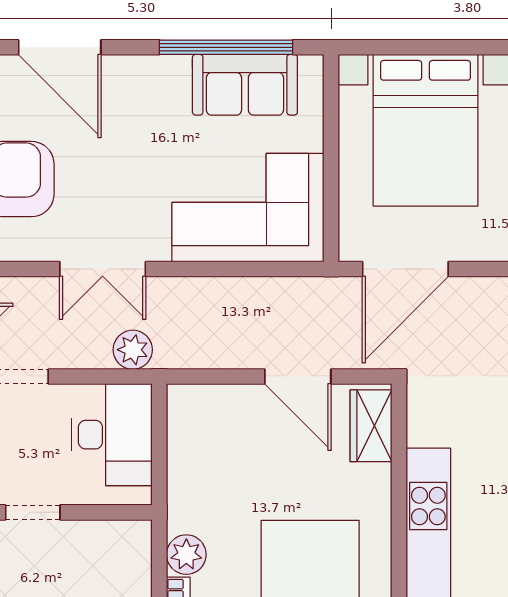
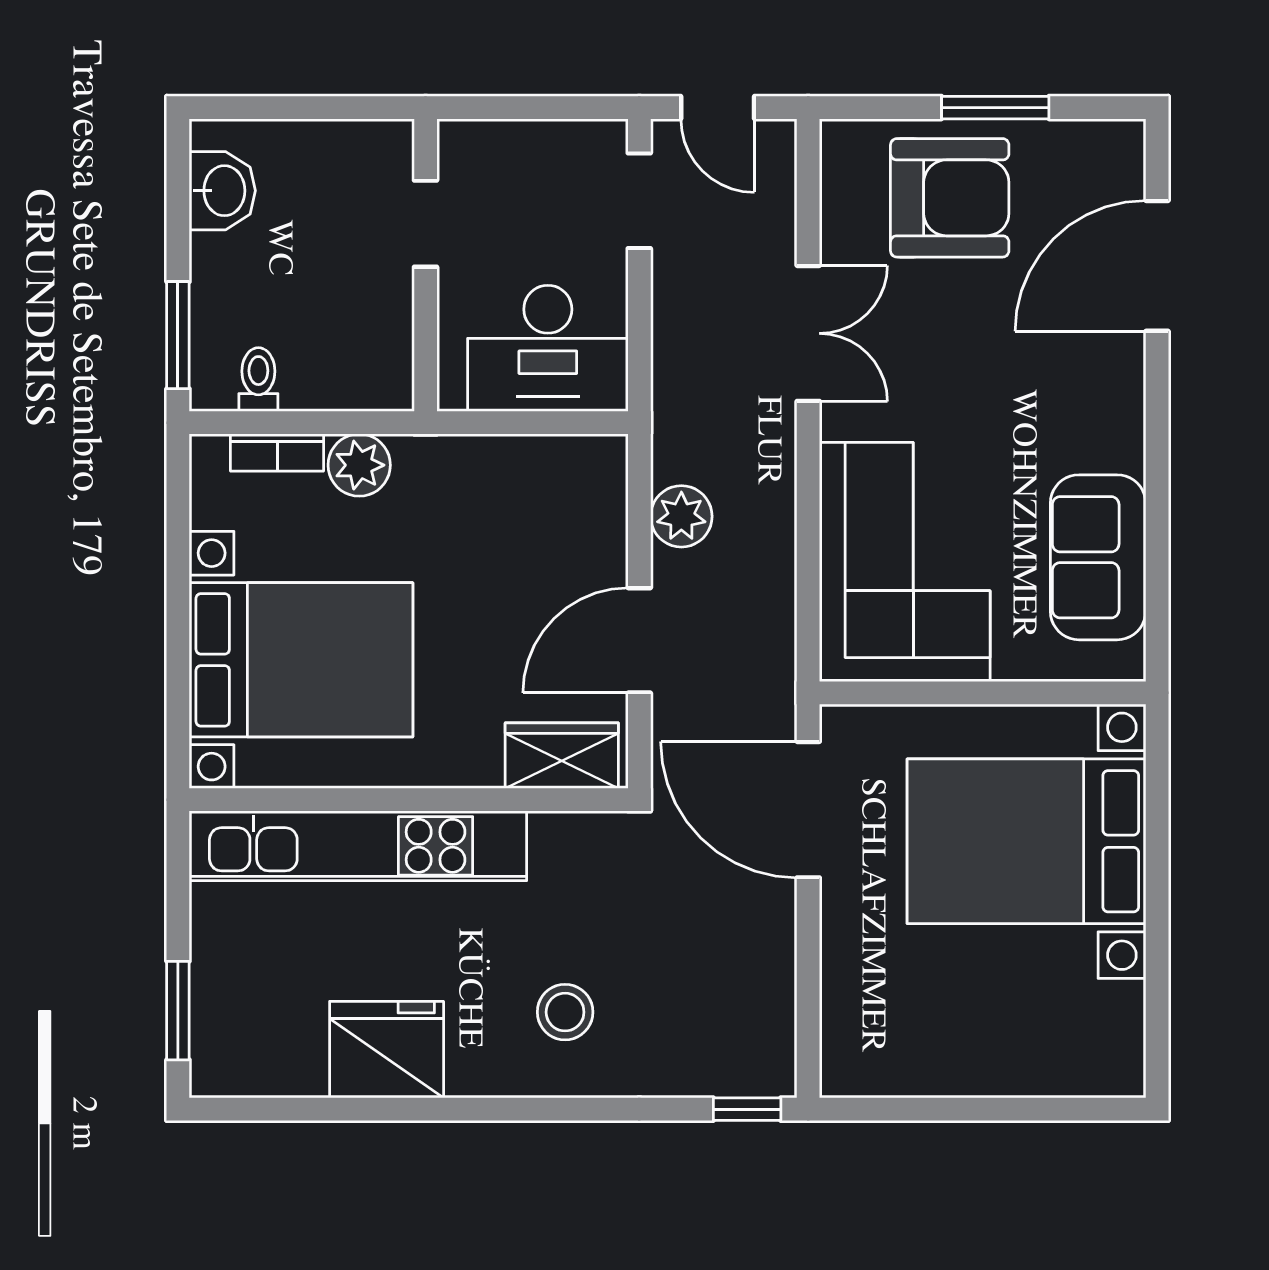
window: (226, 47) -> (1157, 527), removed
double door: (103, 269) -> (808, 333), swing flipped
plant: (133, 350) -> (681, 516), moved

